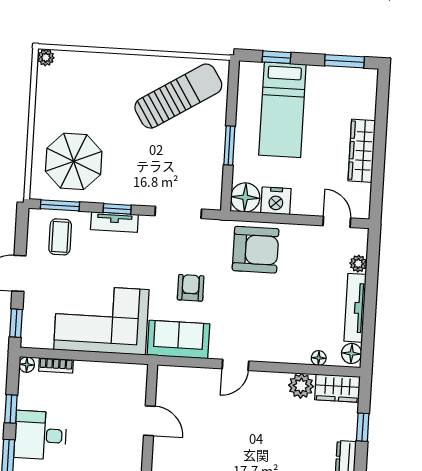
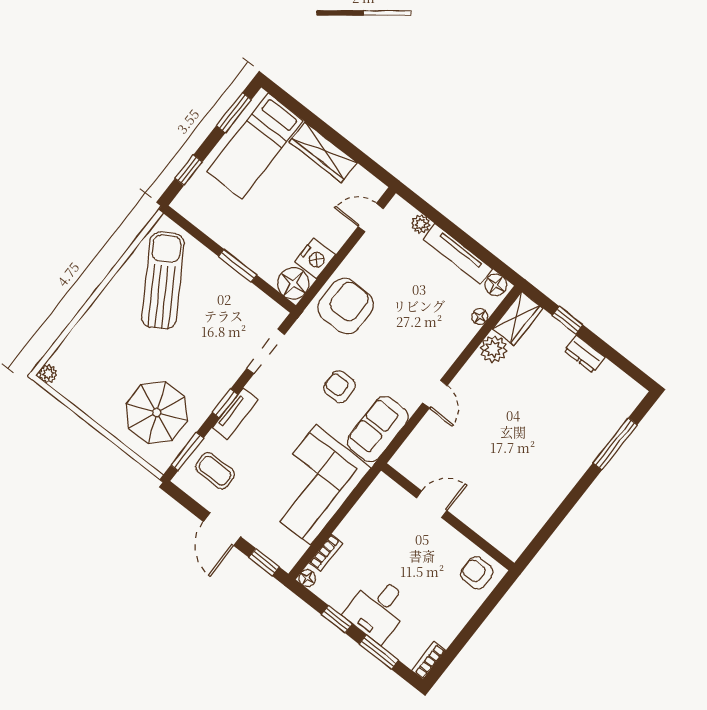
bed: (282, 110) -> (255, 146), moved, turned 90

